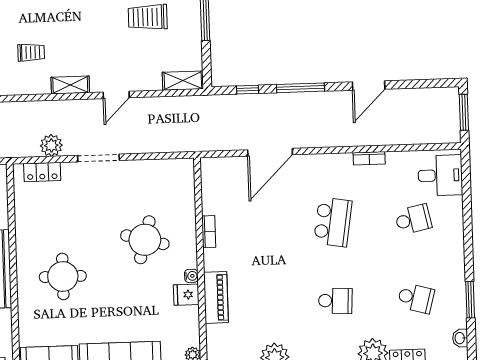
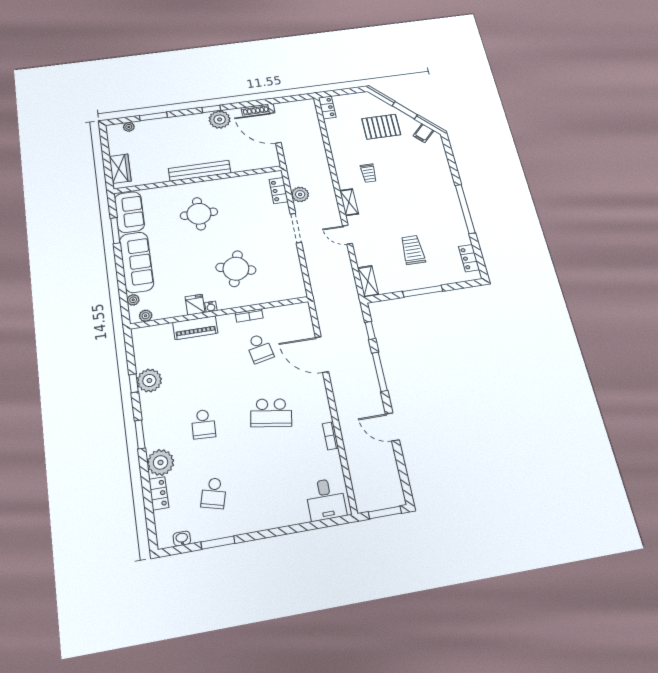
school desk: (413, 219) -> (260, 348), moved

